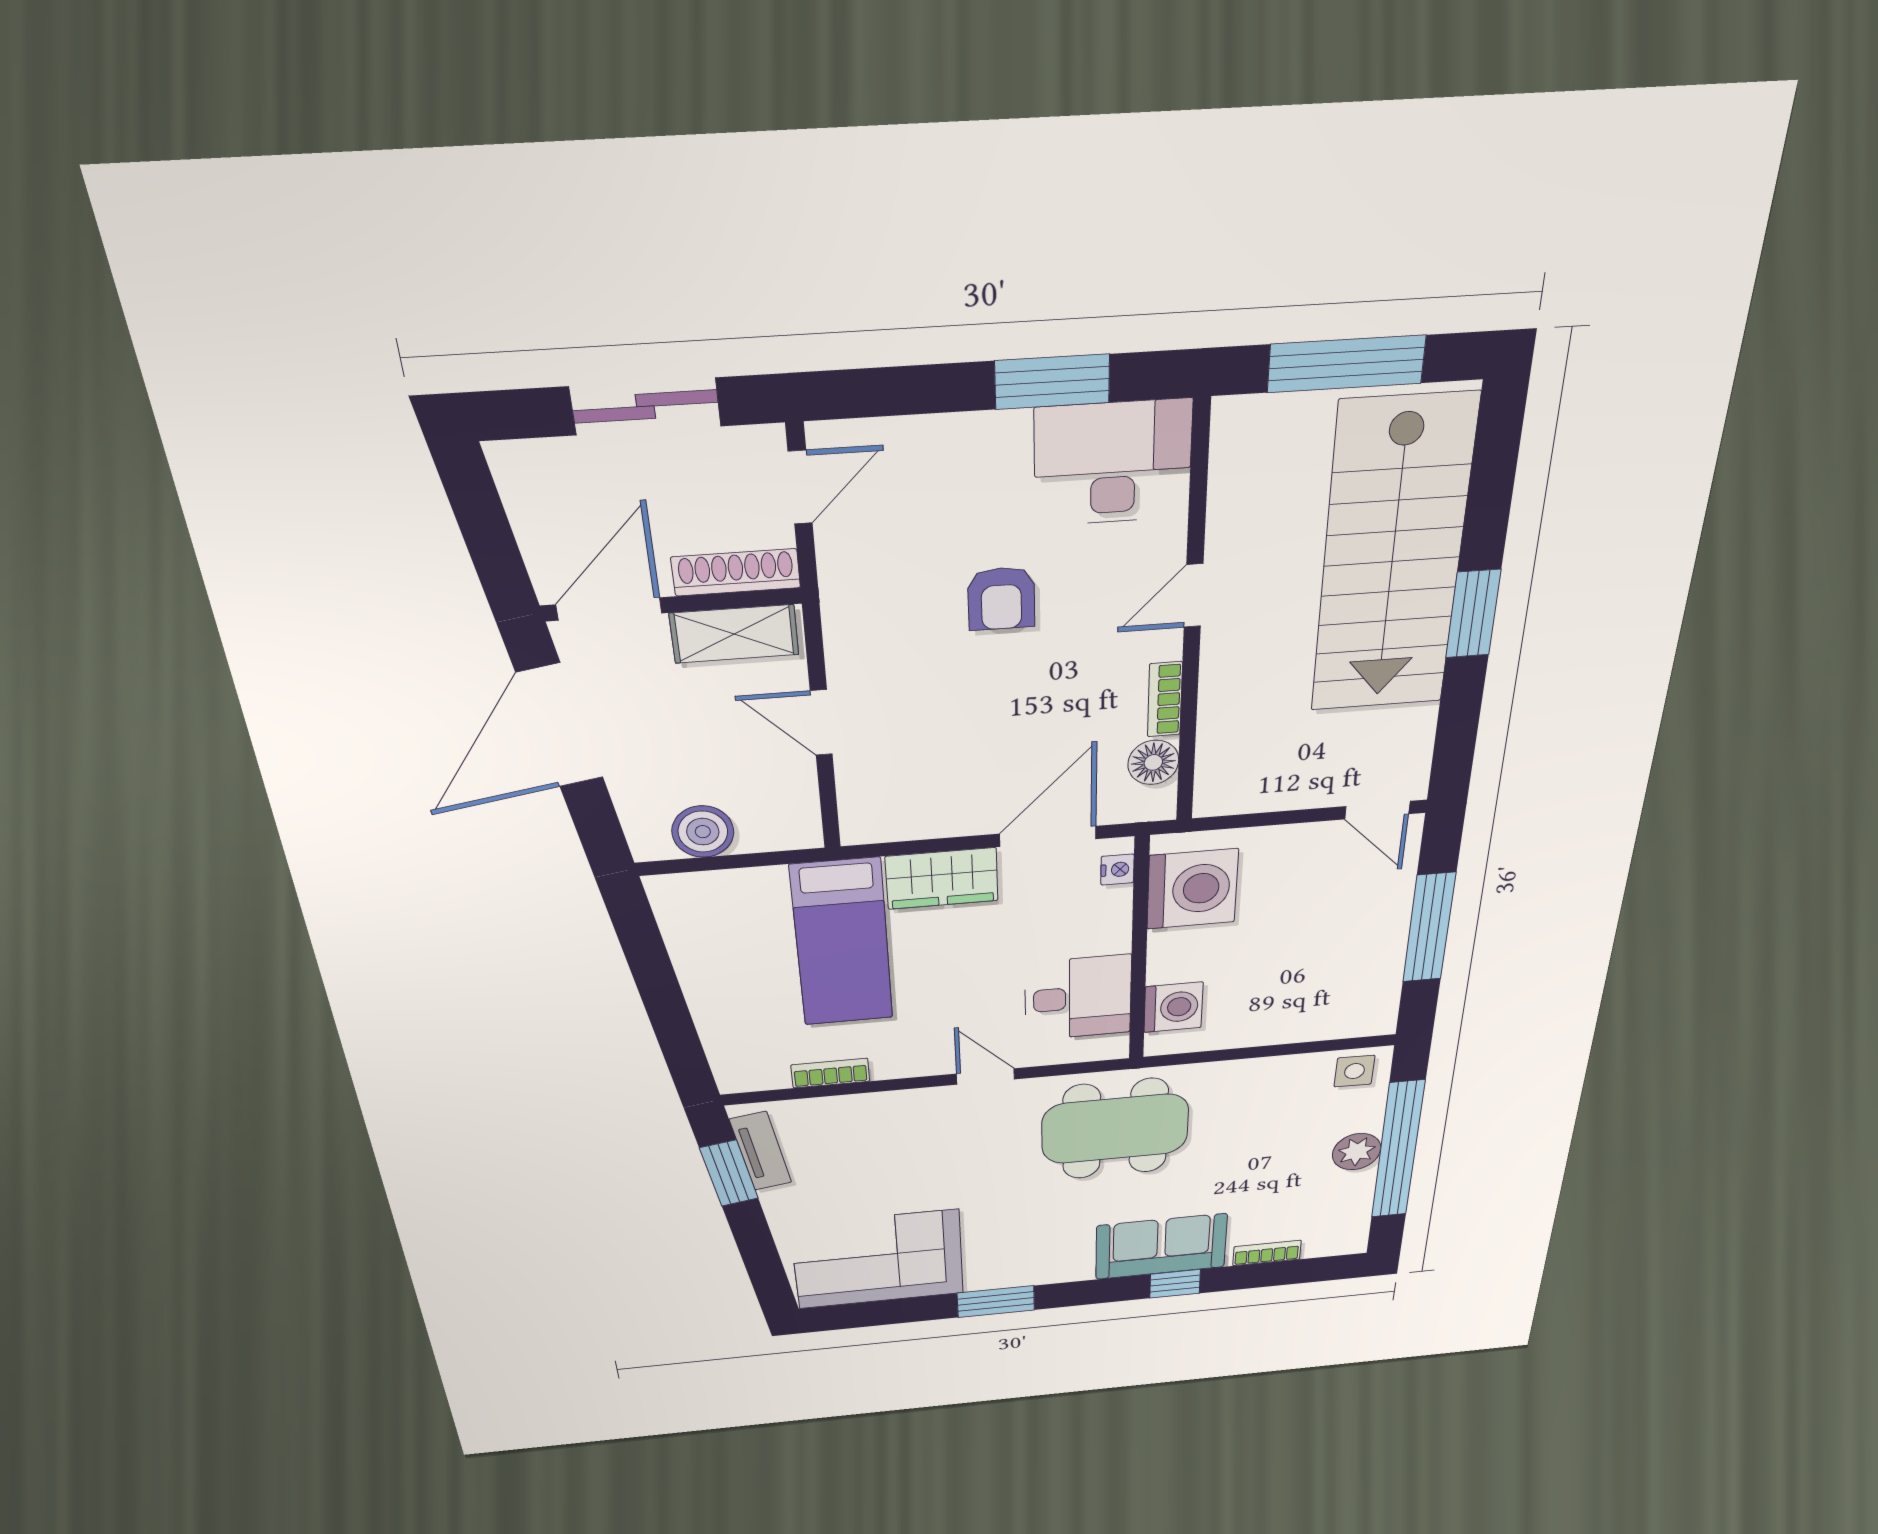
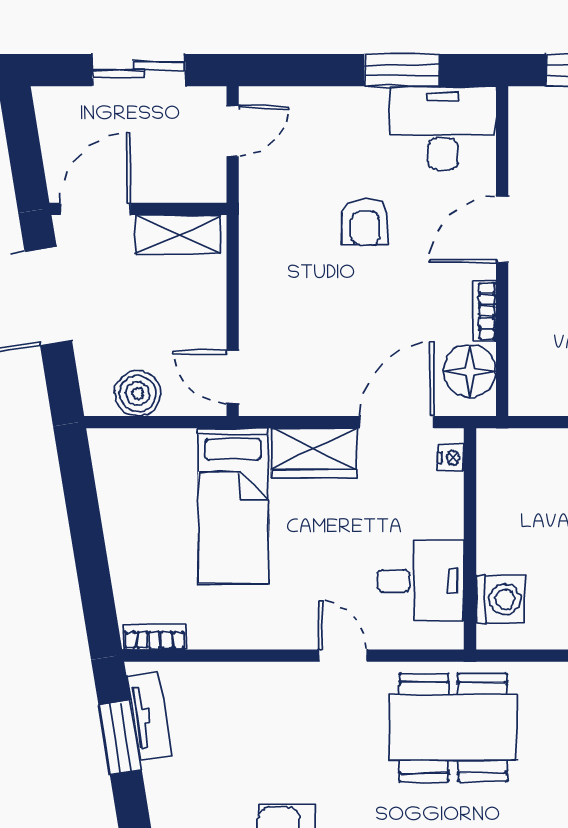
shoe rack: (736, 572) -> (184, 188), removed
door: (1194, 596) -> (502, 230), width x1.38
door: (821, 723) -> (233, 377), moved
floor lamp: (1153, 762) -> (470, 371), width x1.38, depth x1.38
washing machine: (1192, 889) -> (511, 482), removed
bookcase: (830, 1073) -> (155, 637), moved

